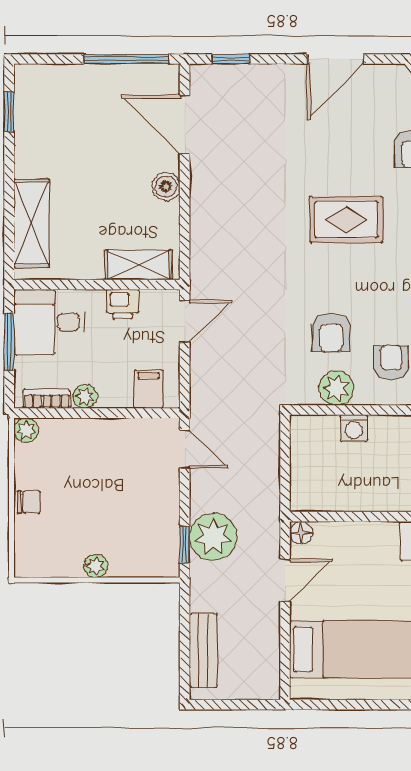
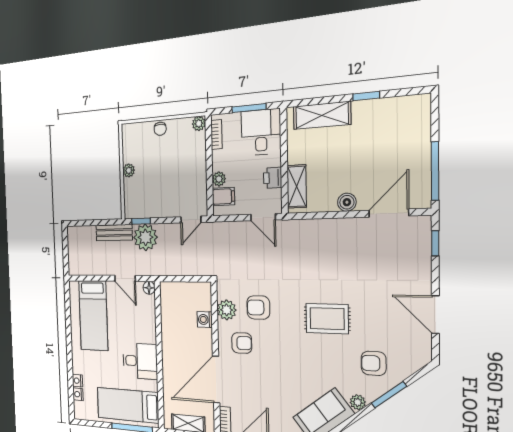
window: (9, 112) -> (366, 96), moved
rug: (346, 220) -> (327, 319), turned 90
plant: (85, 396) -> (219, 179), moved
bench: (203, 650) -> (114, 233), moved

